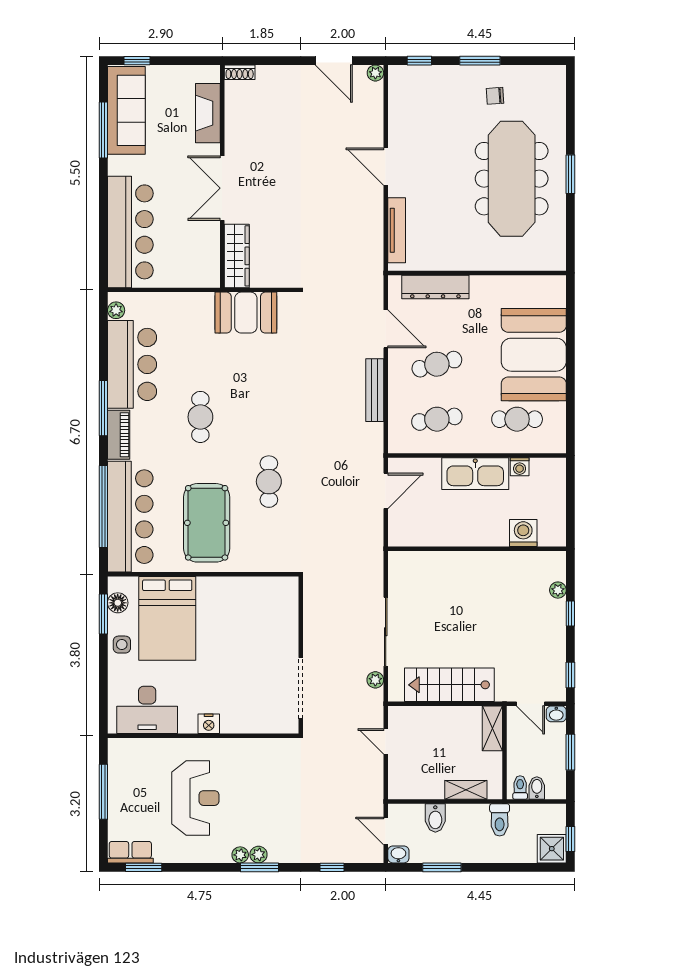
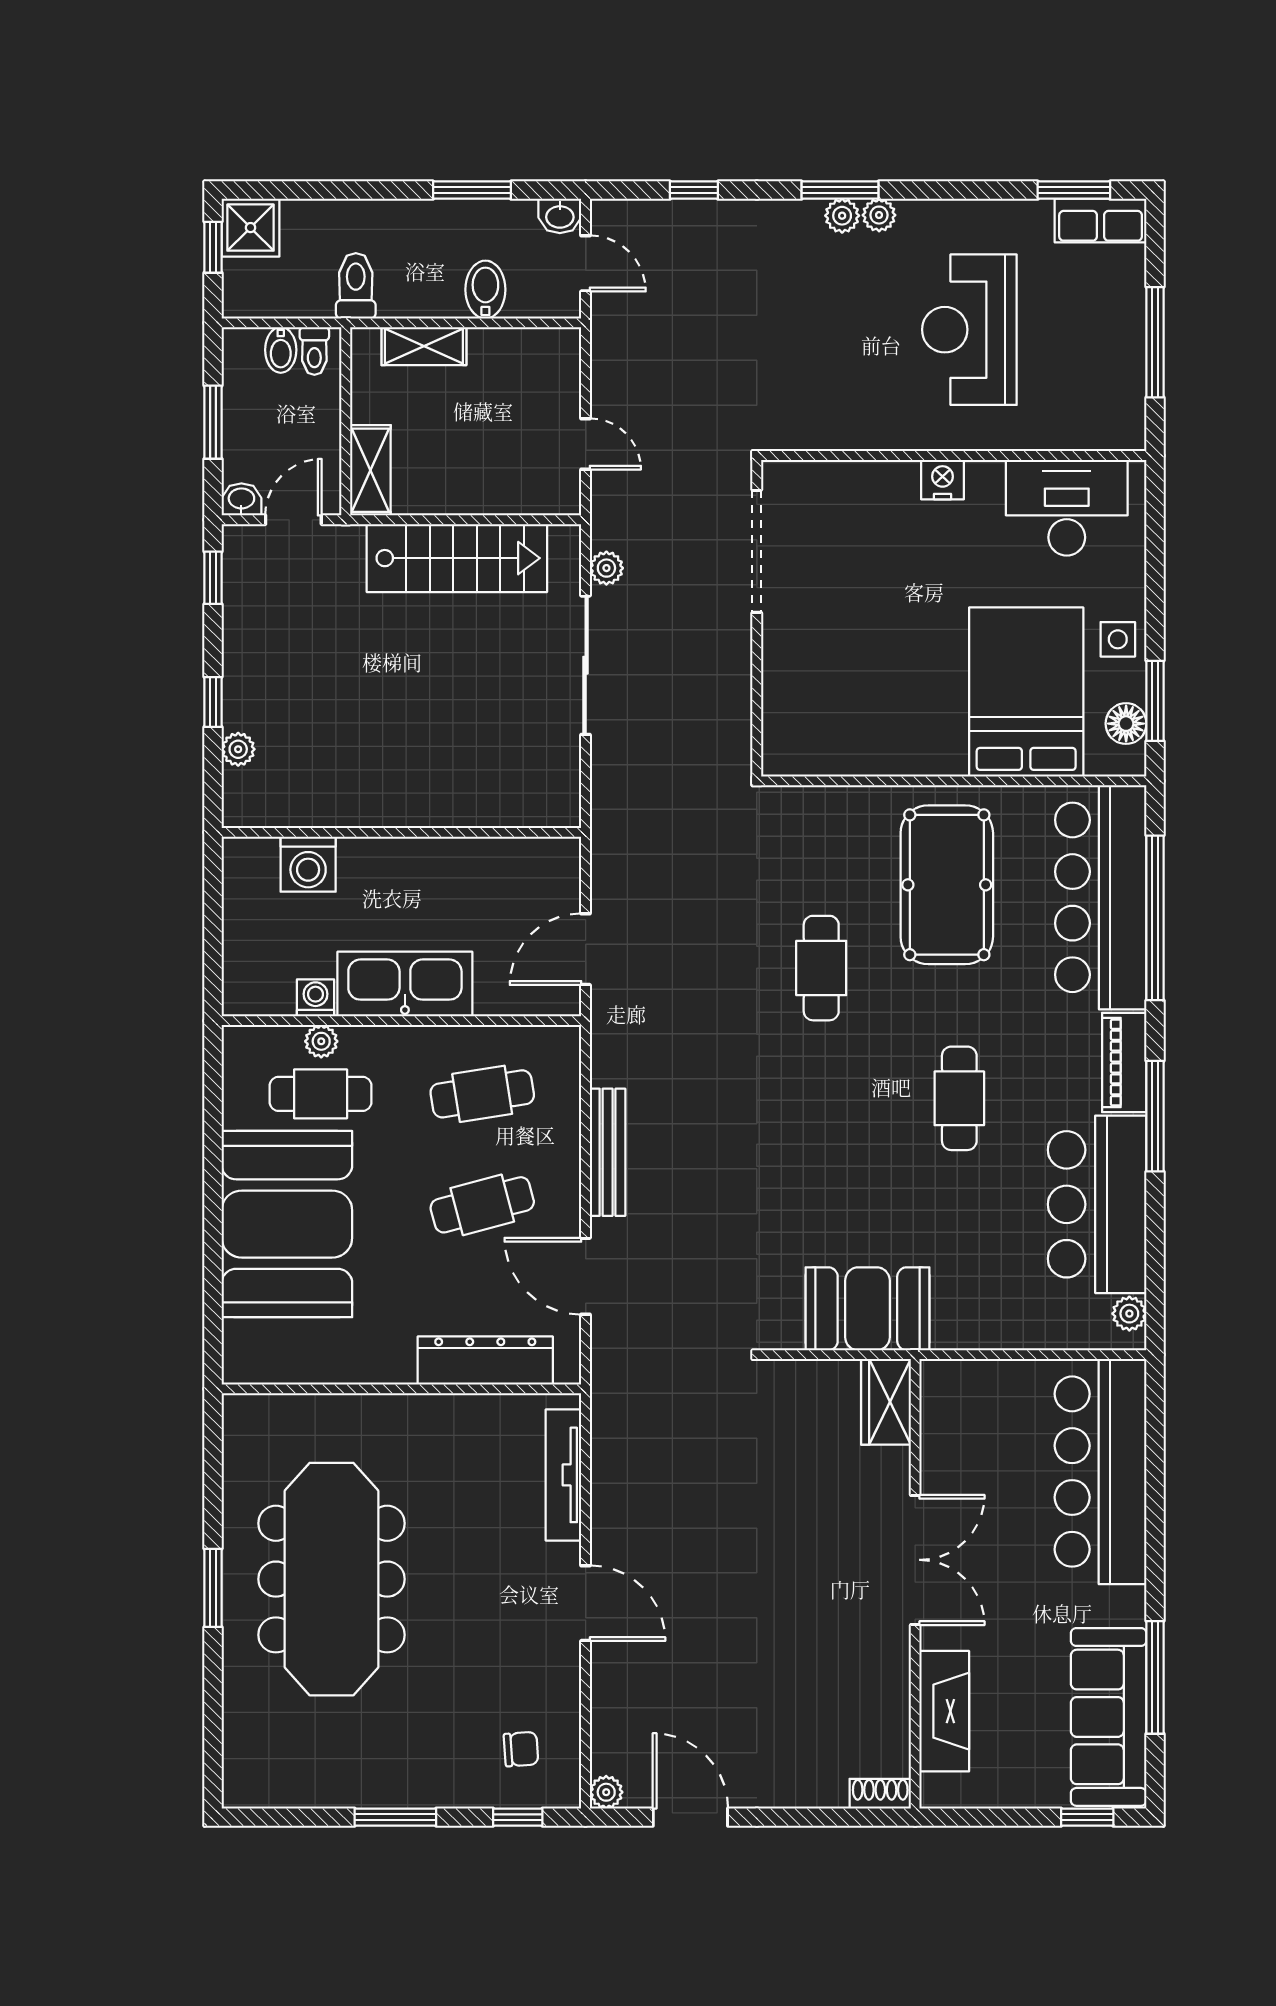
chair: (495, 96) -> (521, 1749), moved
wardrobe: (237, 256) -> (886, 1402), width x0.67
plant: (517, 445) -> (321, 1041), added
door: (531, 704) -> (293, 520), hinge flipped

